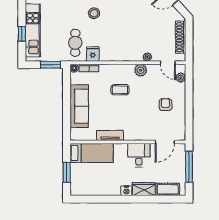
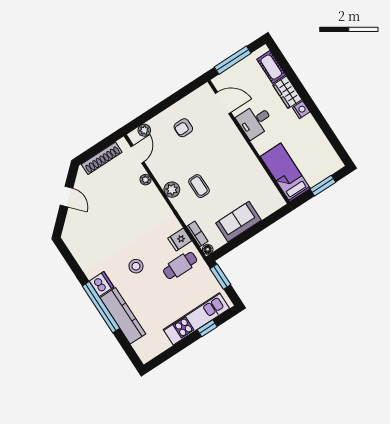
plant: (141, 70) -> (172, 190), moved
sofa: (79, 106) -> (238, 222), width x0.73
tv unit: (110, 135) -> (254, 165), removed

